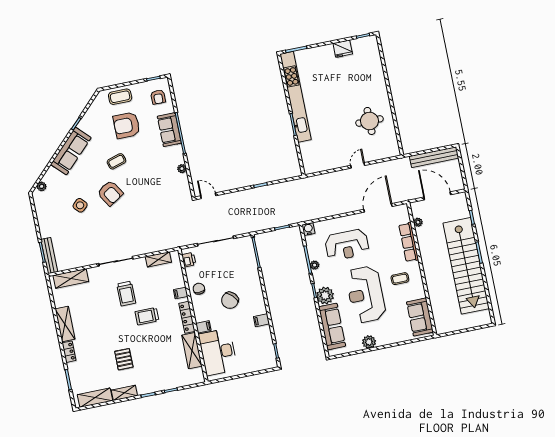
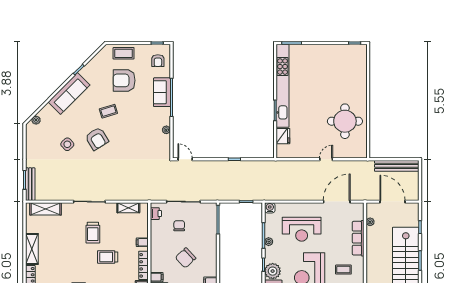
fridge: (343, 49) -> (283, 136), moved, turned -90
round table: (369, 121) -> (345, 121), width x1.36, depth x1.36
chair: (199, 289) -> (179, 226), moved

